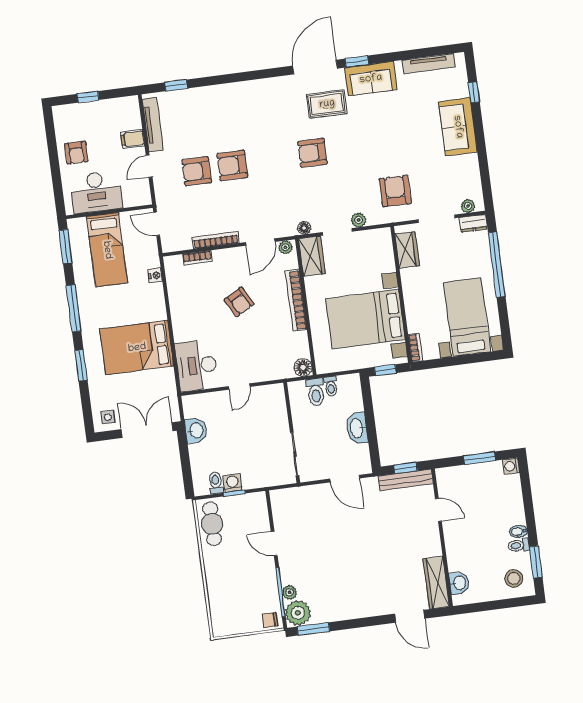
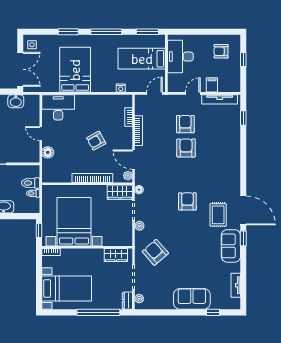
tv unit: (429, 64) -> (236, 285), width x0.71
armchair: (76, 153) -> (221, 51), moved
door: (149, 166) -> (193, 93), hinge flipped
armchair: (395, 191) -> (155, 252), turned -131
floor lamp: (303, 367) -> (48, 152), moved

